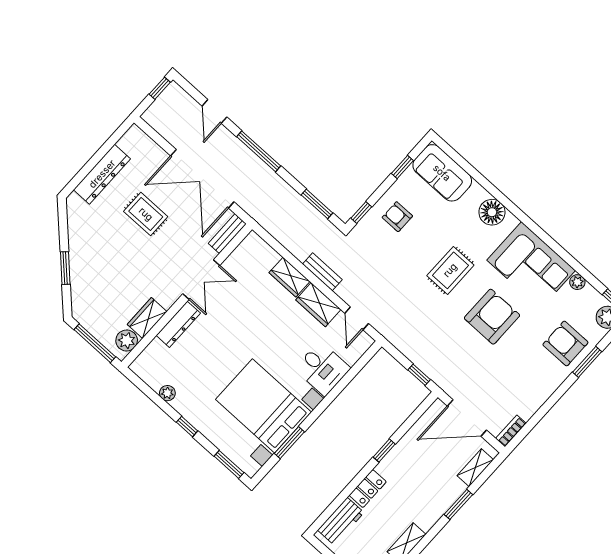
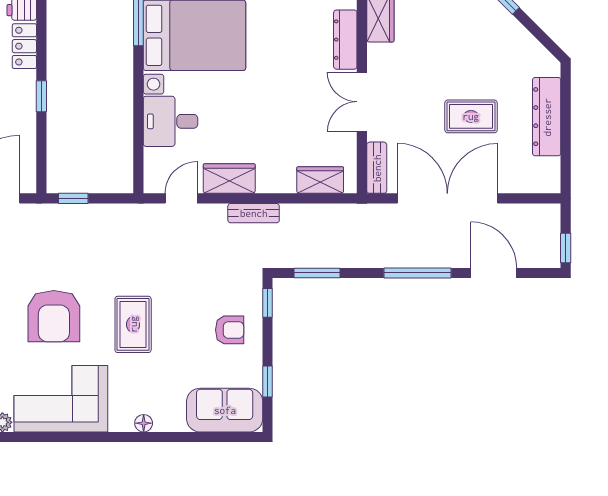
door: (215, 111) -> (494, 273), width x1.38
floor lamp: (492, 212) -> (144, 423), width x0.53, depth x0.53
wardrobe: (290, 277) -> (320, 180), moved
door: (357, 318) -> (181, 198), hinge flipped

